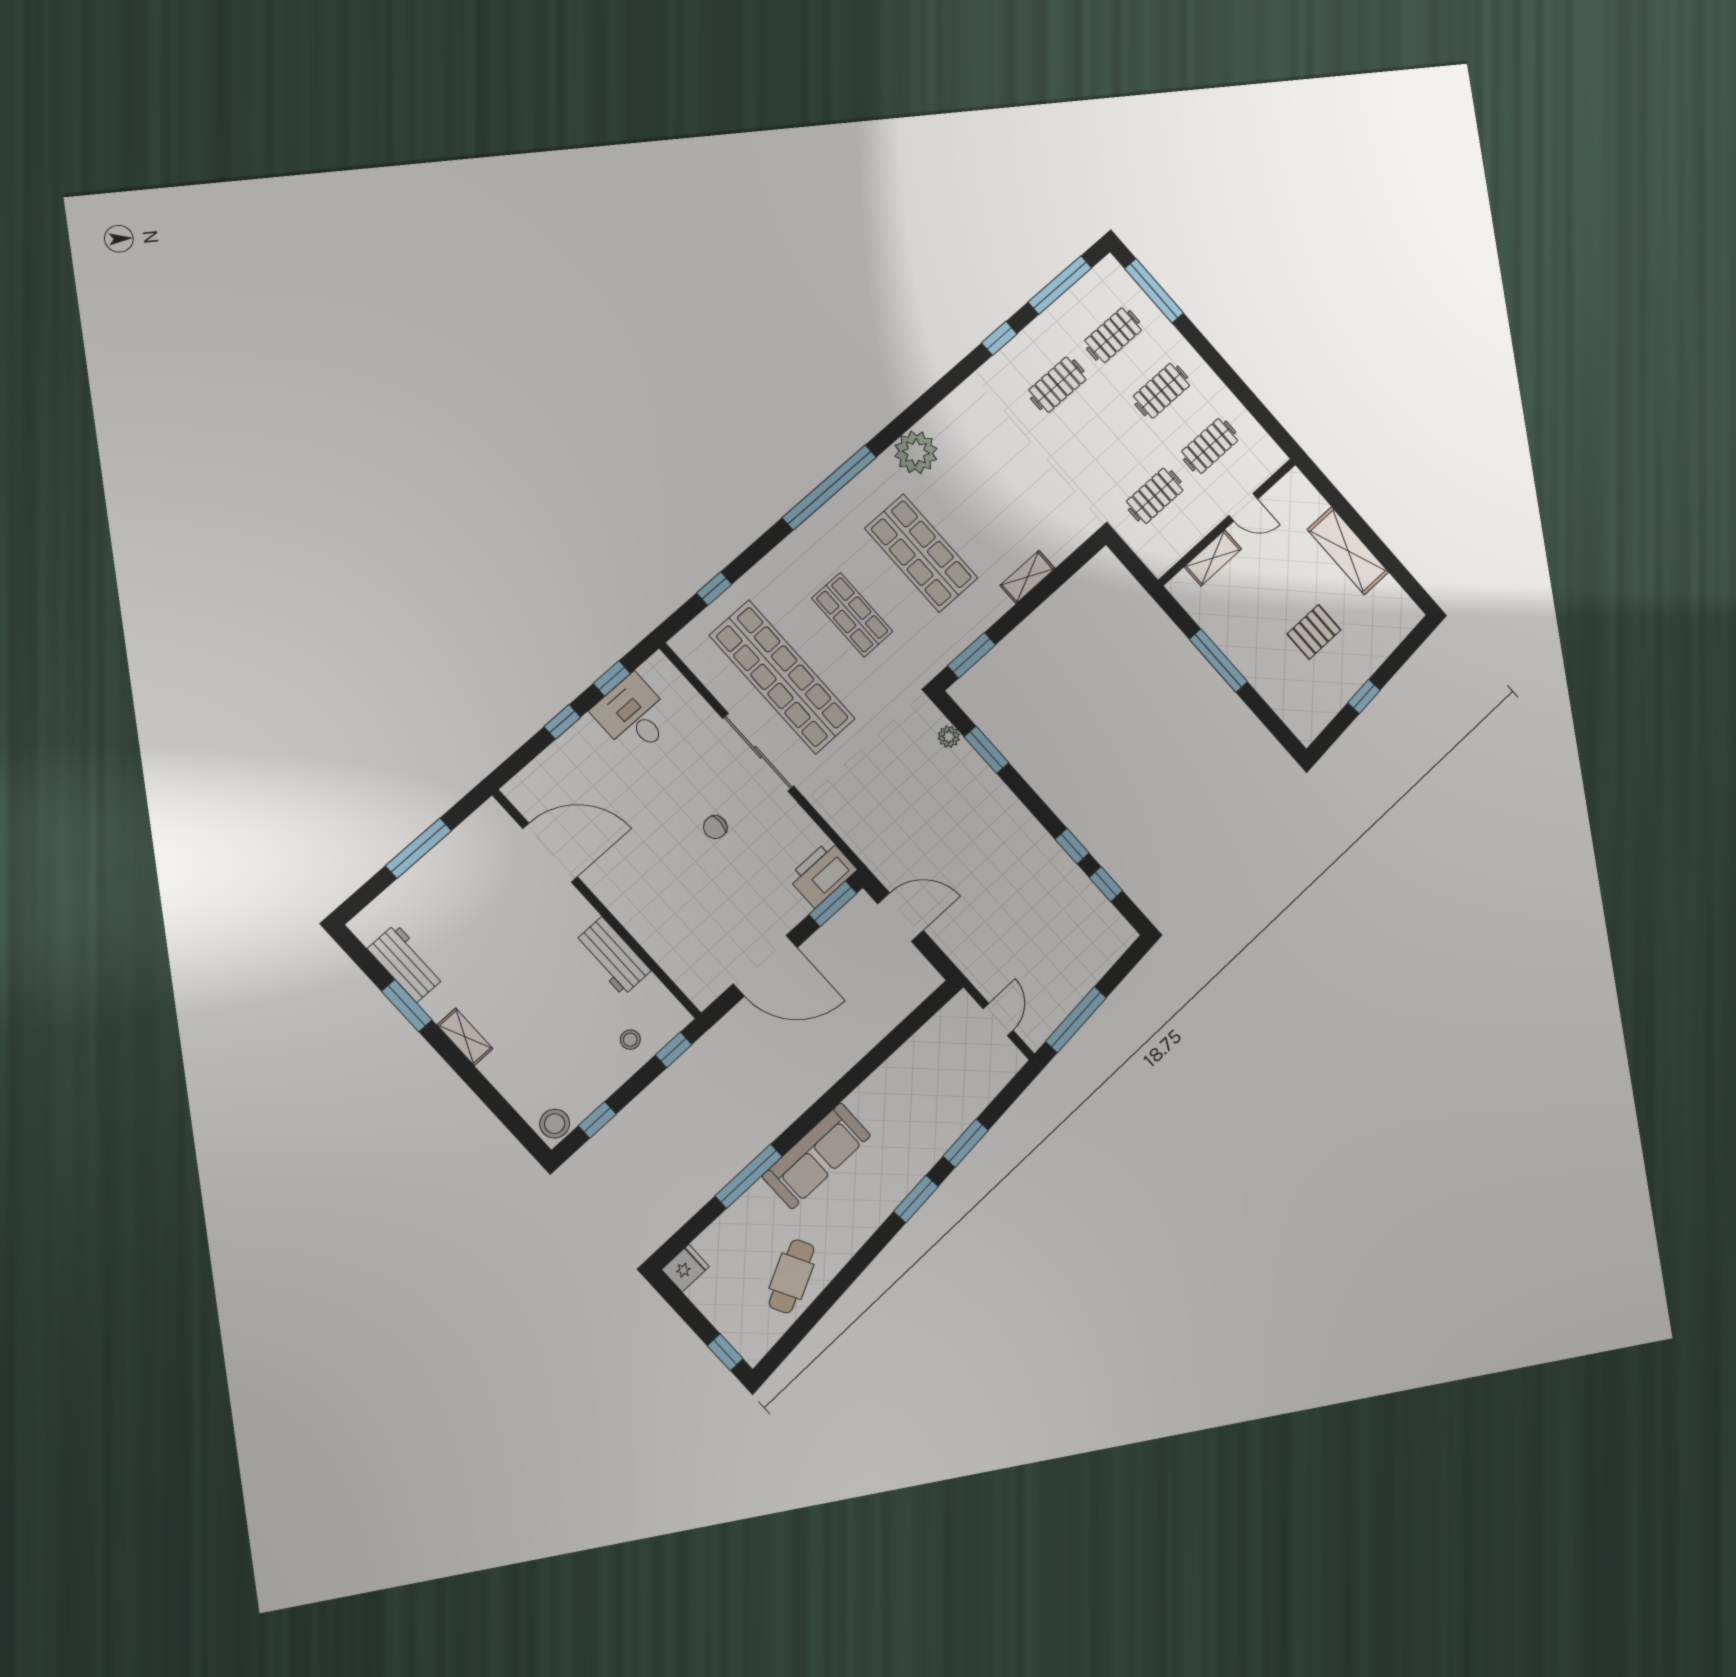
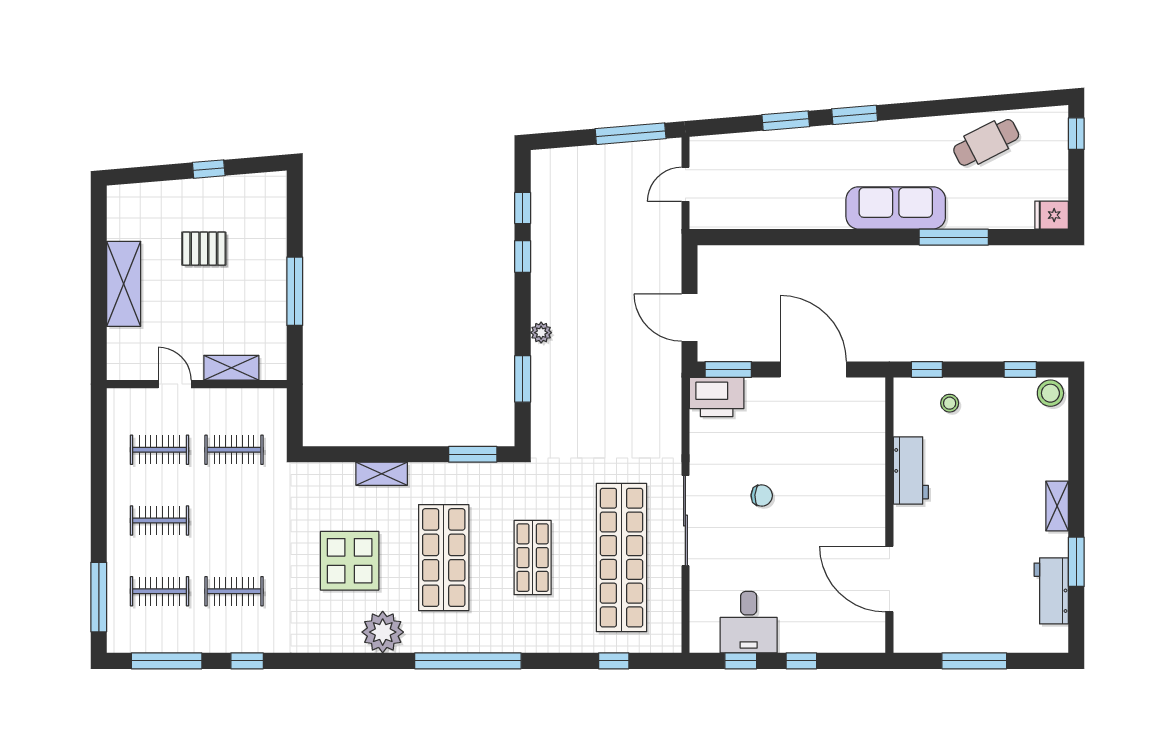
display table: (991, 486) -> (350, 561), added
plant: (949, 737) -> (541, 333), moved

